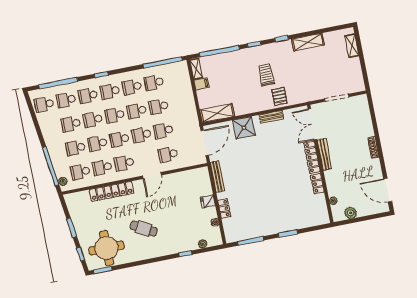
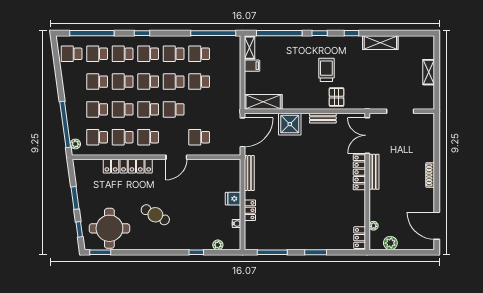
shelving: (352, 46) -> (429, 72), moved
school desk: (163, 130) -> (199, 109), removed
locker: (317, 184) -> (360, 238), moved

